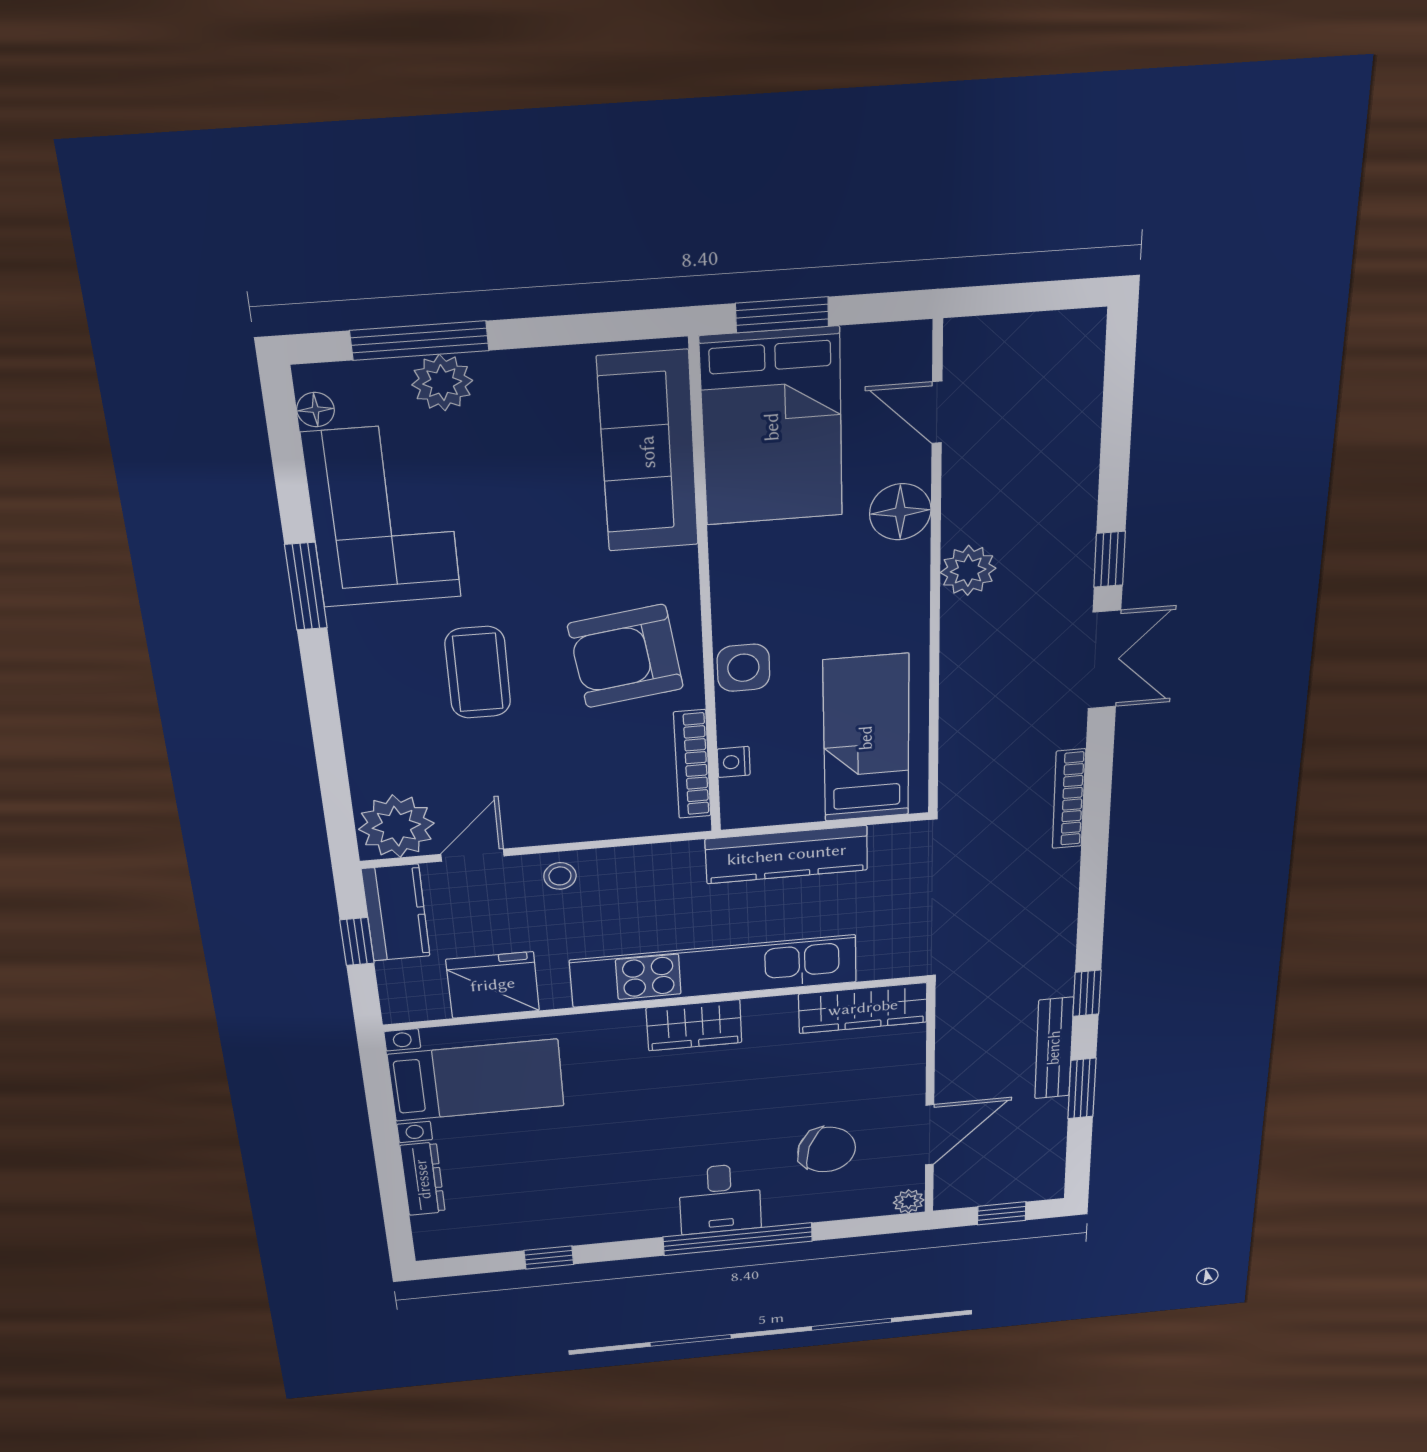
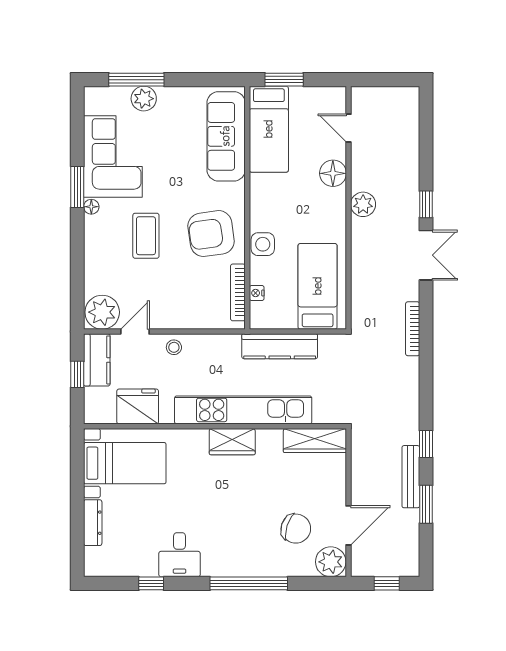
floor lamp: (316, 410) -> (91, 207), moved
bed: (772, 427) -> (269, 129), width x0.67
desk: (720, 1199) -> (180, 555), moved
plant: (909, 1201) -> (331, 562), width x1.88, depth x1.88

